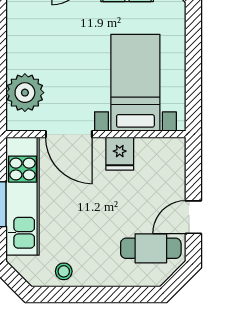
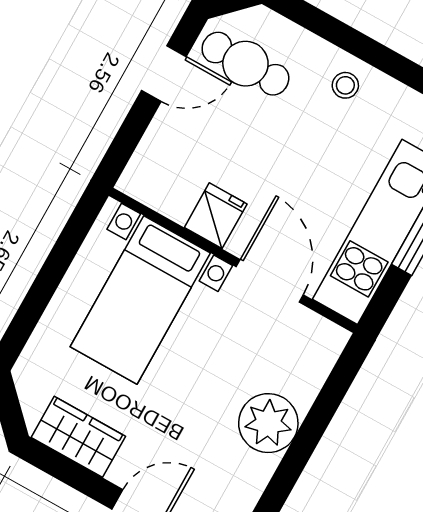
plant: (25, 93) -> (268, 423), moved
stool: (64, 271) -> (345, 85), moved

